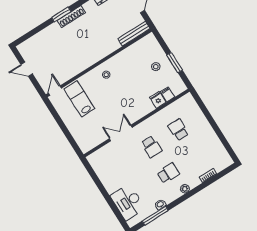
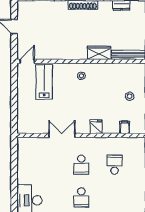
wardrobe: (109, 47) -> (99, 53), added
fridge: (158, 100) -> (96, 127), moved
school desk: (168, 173) -> (81, 197), turned 90

